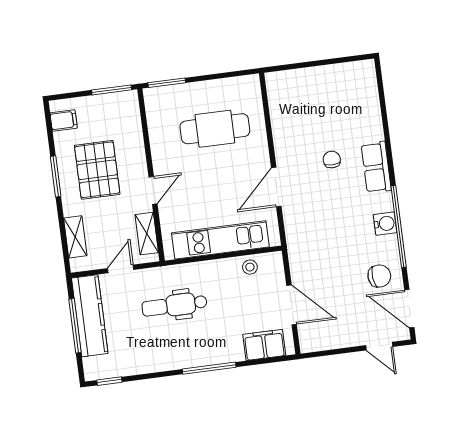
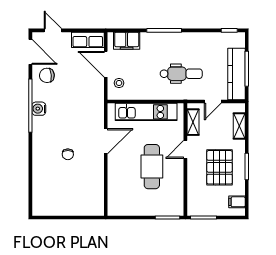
cafe table: (215, 129) -> (152, 167), moved, turned 90
row of seats: (376, 167) -> (88, 40), moved, turned 90
stool: (250, 267) -> (119, 83), moved

